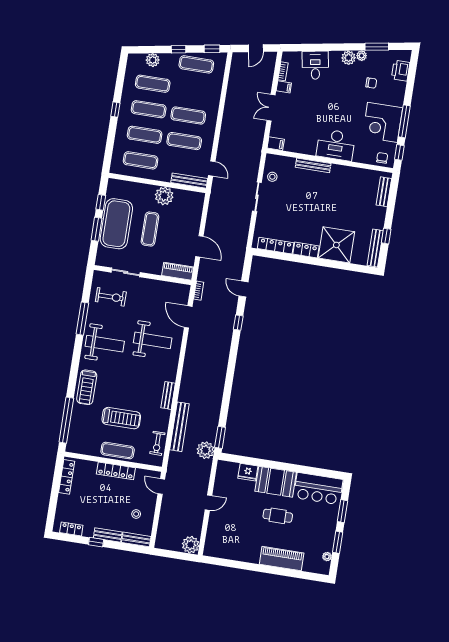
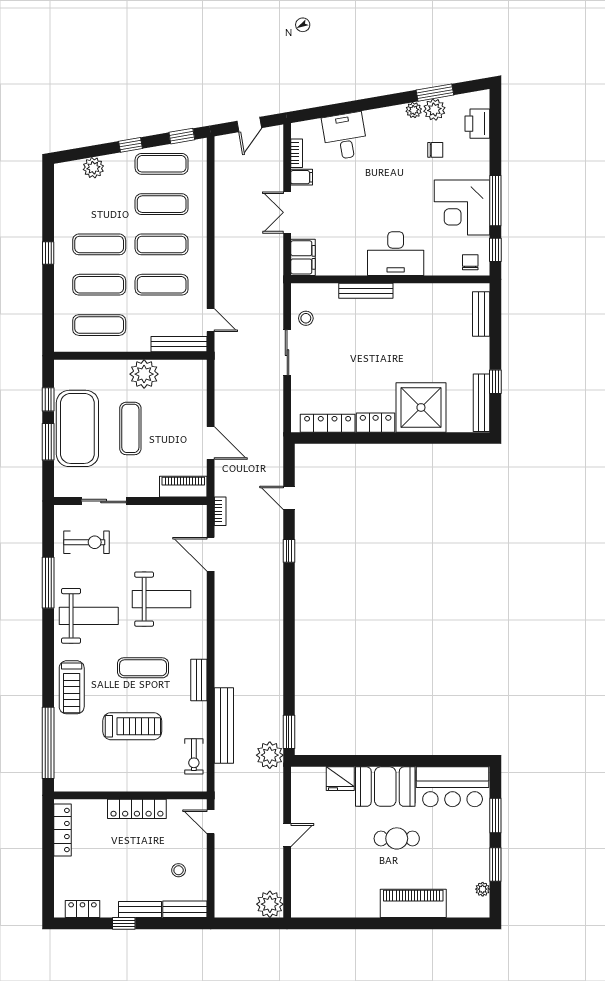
plant: (349, 58) -> (434, 110), moved
exercise mat: (153, 84) -> (162, 204), moved
filing cabinet: (276, 144) -> (303, 257), width x2.00
exercise mat: (118, 451) -> (143, 668), moved

